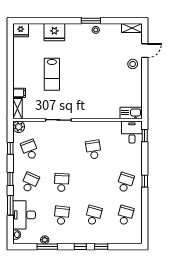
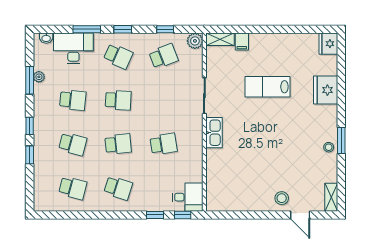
kitchen sink: (131, 113) -> (214, 133), moved
window: (145, 181) -> (155, 215), moved
school desk: (93, 182) -> (118, 144), added

